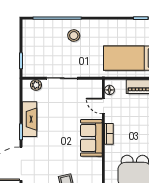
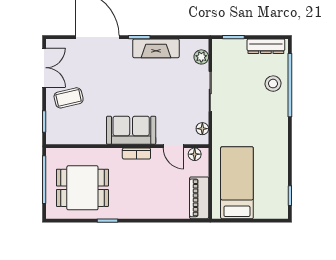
dresser: (28, 36) -> (266, 46), added
stool: (74, 36) -> (273, 84), moved
floor lamp: (90, 84) -> (202, 129), added
door: (103, 106) -> (174, 146), swing flipped

